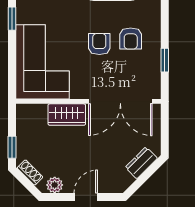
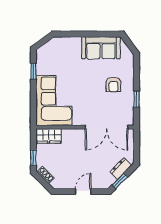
armchair: (99, 44) -> (92, 88), removed
wardrobe: (67, 115) -> (49, 136), moved
window: (140, 181) -> (120, 181), added
plant: (55, 185) -> (62, 183), removed

